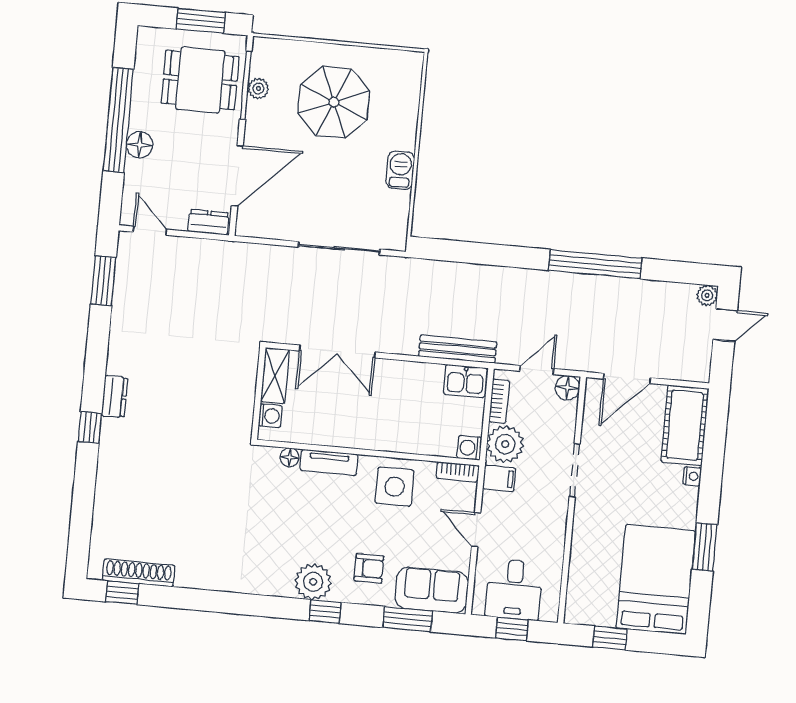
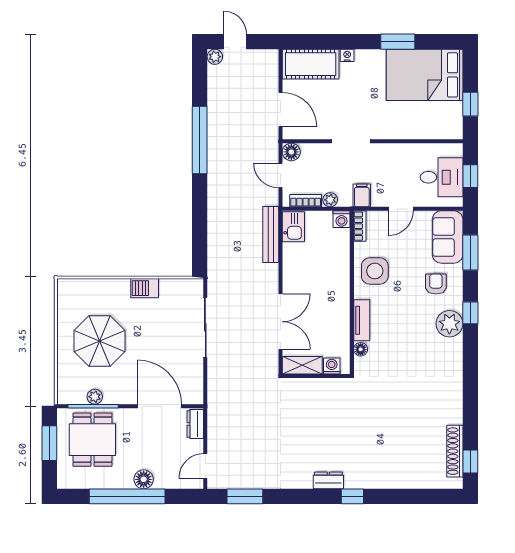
plant: (505, 444) -> (330, 200), width x0.53, depth x0.53

